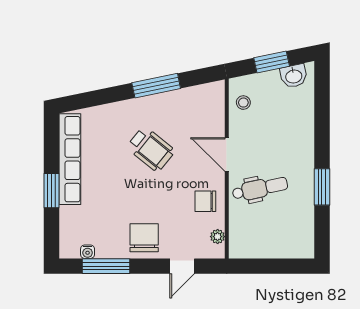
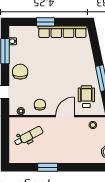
wheelchair: (151, 149) -> (86, 97), moved, turned 141
dental chair: (260, 189) -> (29, 136), moved, turned -106
chair: (144, 238) -> (20, 72), turned -90

